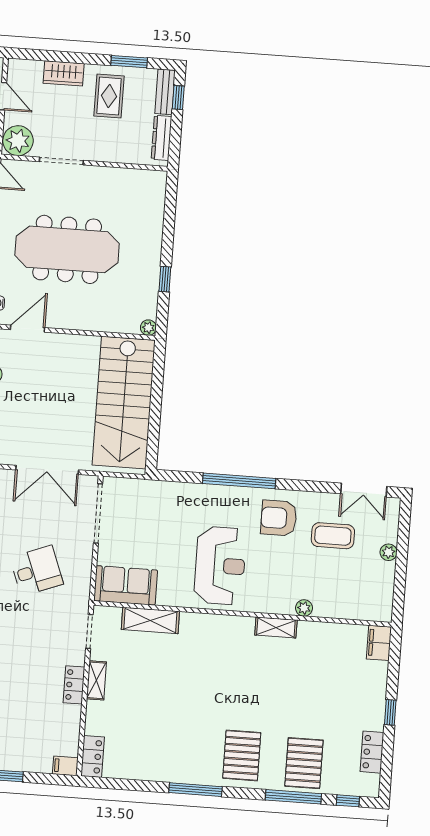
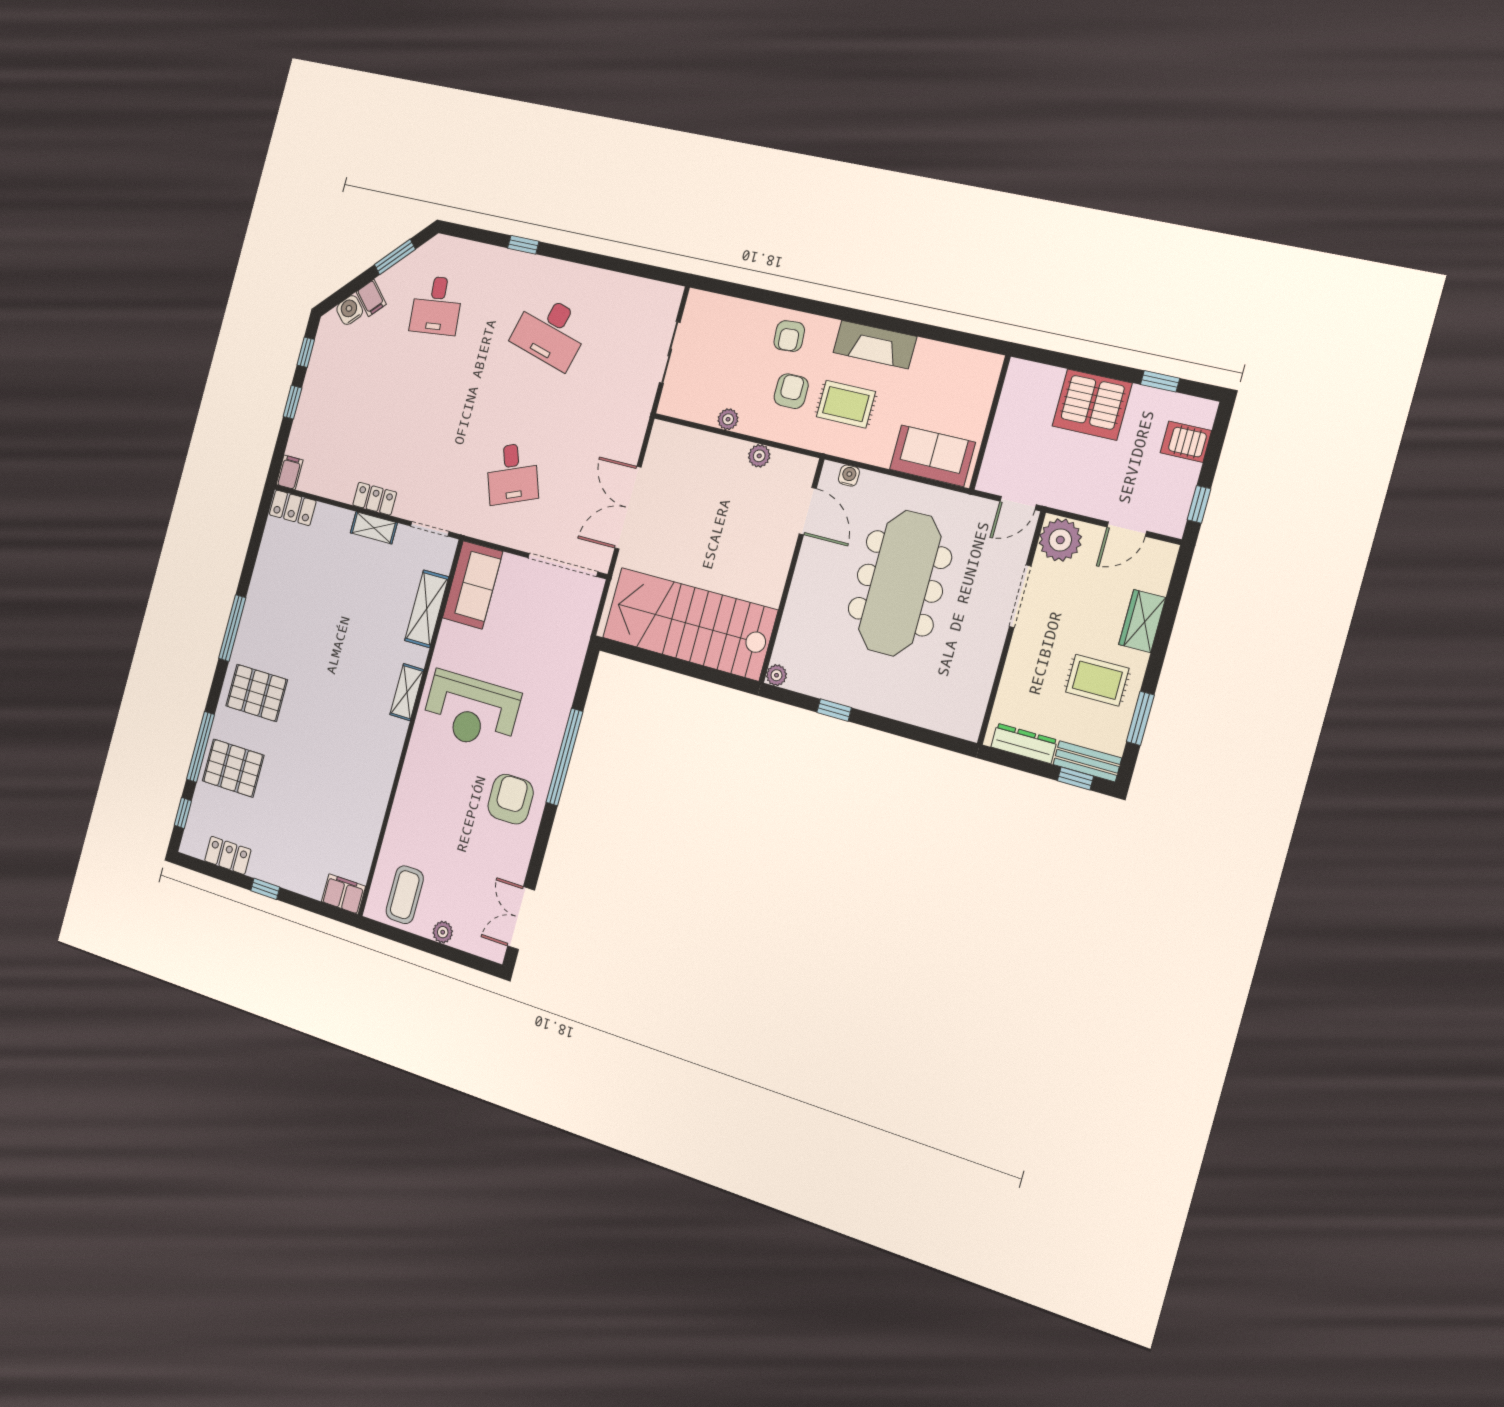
coffee table: (333, 536) -> (405, 895), moved
plant: (304, 608) -> (401, 808), removed
shelving: (276, 628) -> (407, 692), moved

